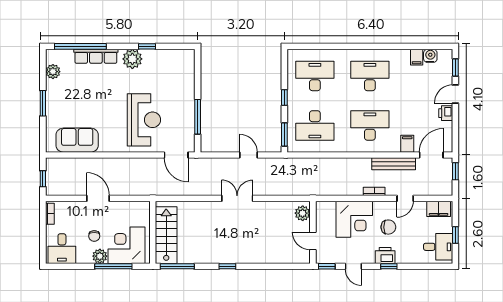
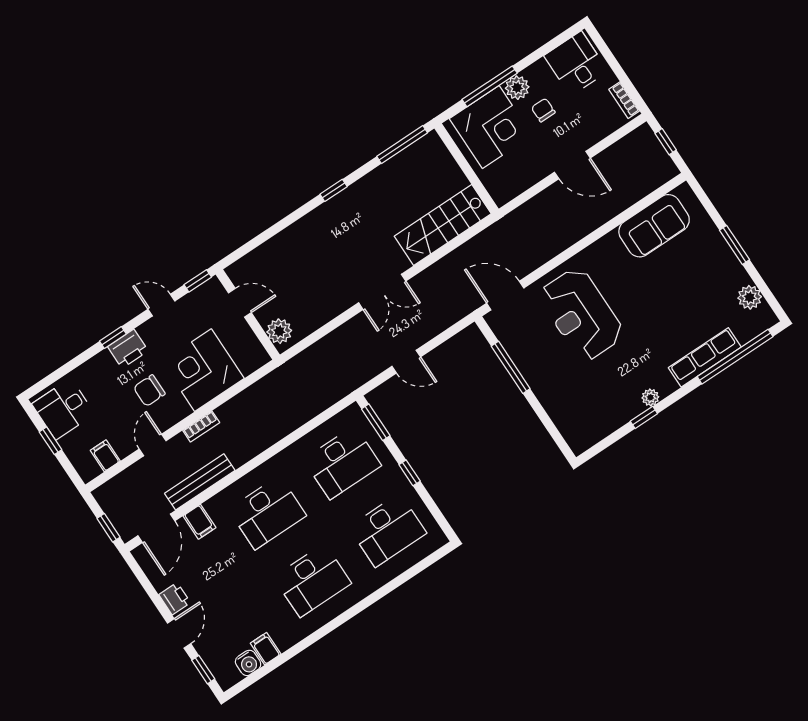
plant: (132, 59) -> (650, 397), width x0.53, depth x0.53
desk: (315, 125) -> (342, 462), turned 180
filing cabinet: (439, 209) -> (105, 456), width x0.50
stairs: (166, 235) -> (443, 225), moved, turned 90

